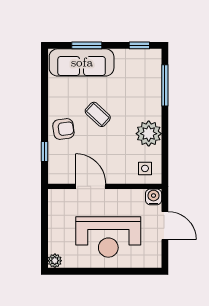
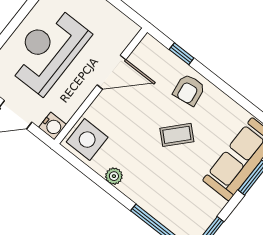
plant: (149, 134) -> (114, 176), width x0.53, depth x0.53
side table: (145, 168) -> (87, 140), width x1.87, depth x1.87

